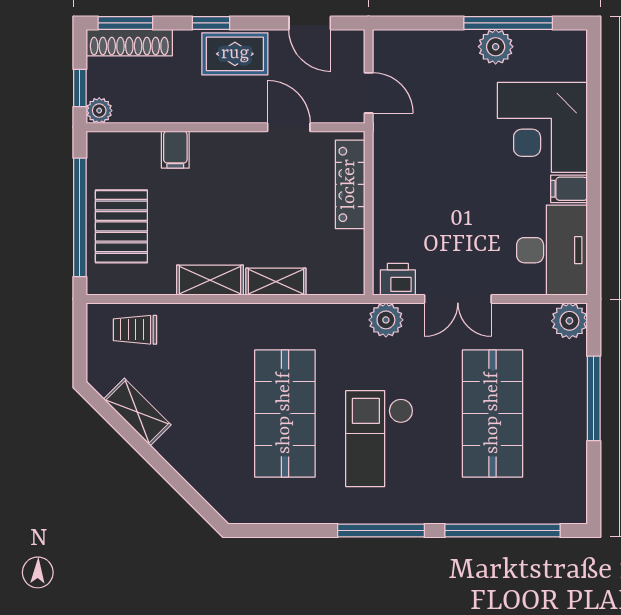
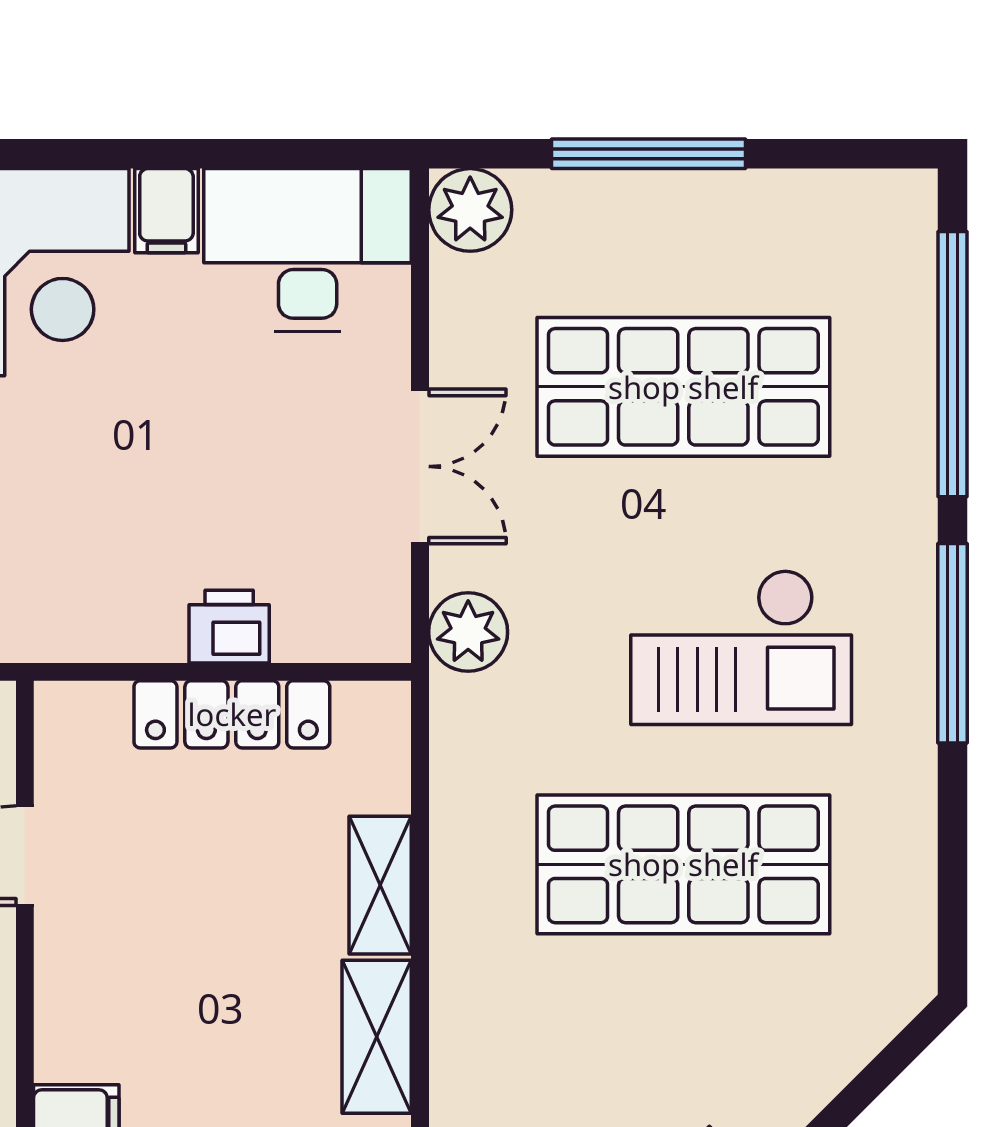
locker: (350, 184) -> (232, 714), moved
printer: (398, 279) -> (229, 627), moved, turned 90

